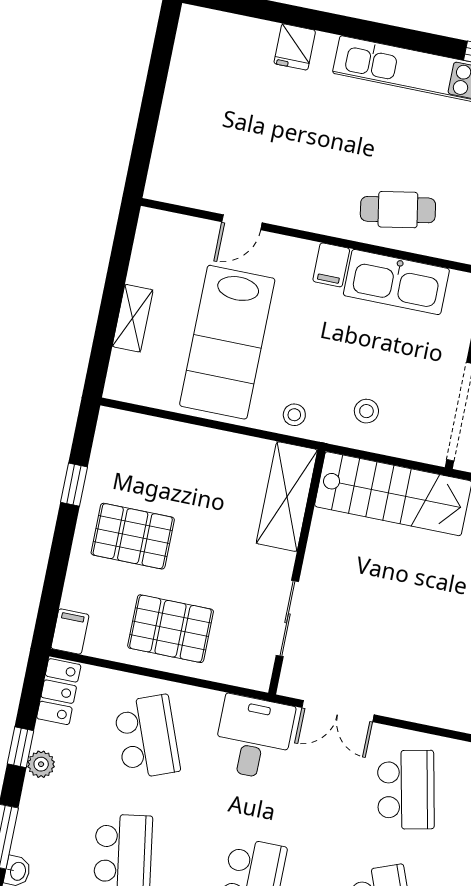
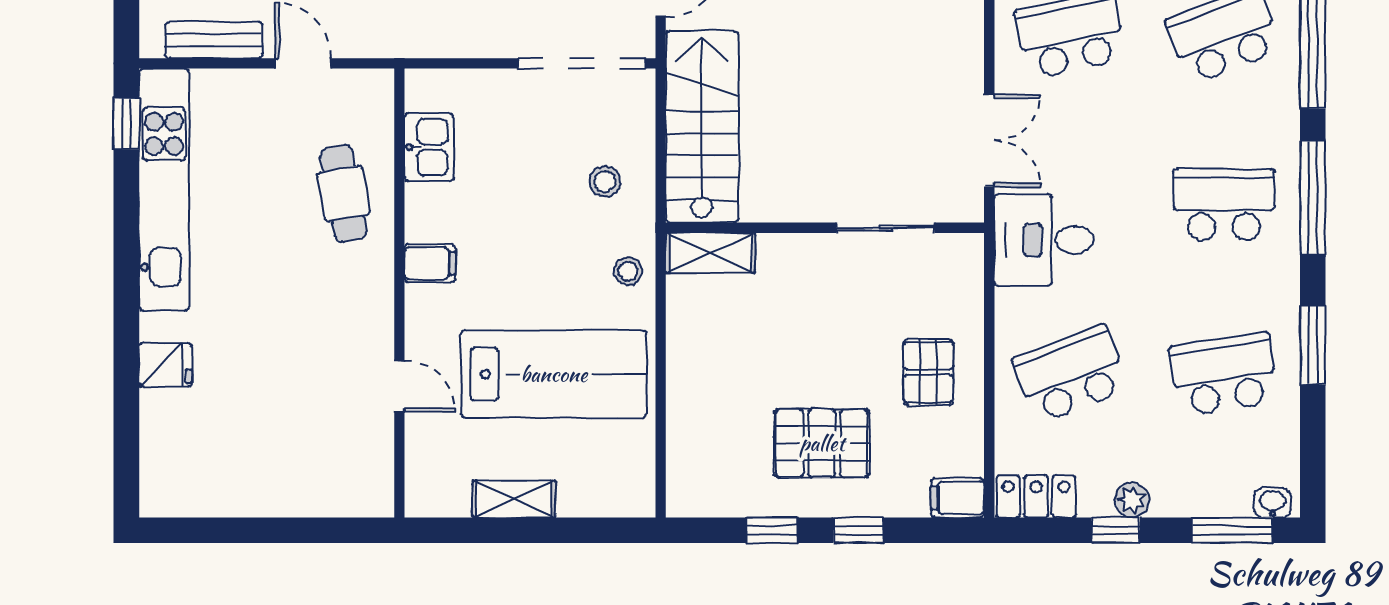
kitchen sink: (396, 282) -> (429, 147), width x0.53, depth x0.81
shelving: (133, 318) -> (514, 499), moved
shelving: (287, 497) -> (710, 253), width x0.67, depth x0.75
pallet: (133, 536) -> (822, 443), turned 90
window: (61, 551) -> (859, 530), added
pallet: (171, 629) -> (928, 372), width x0.67, depth x0.71

